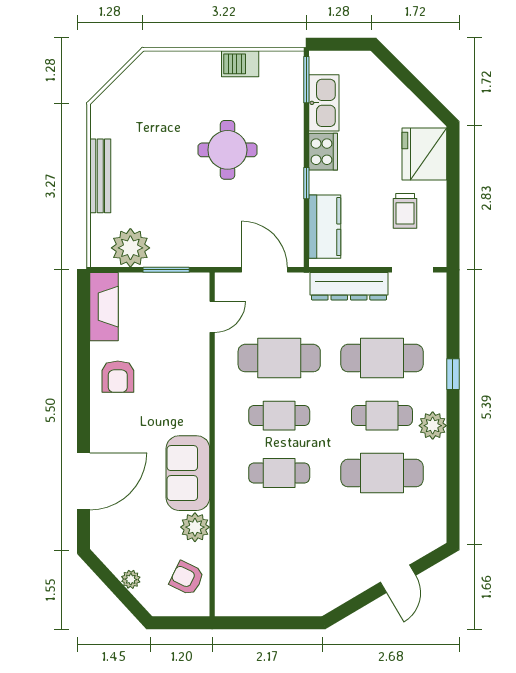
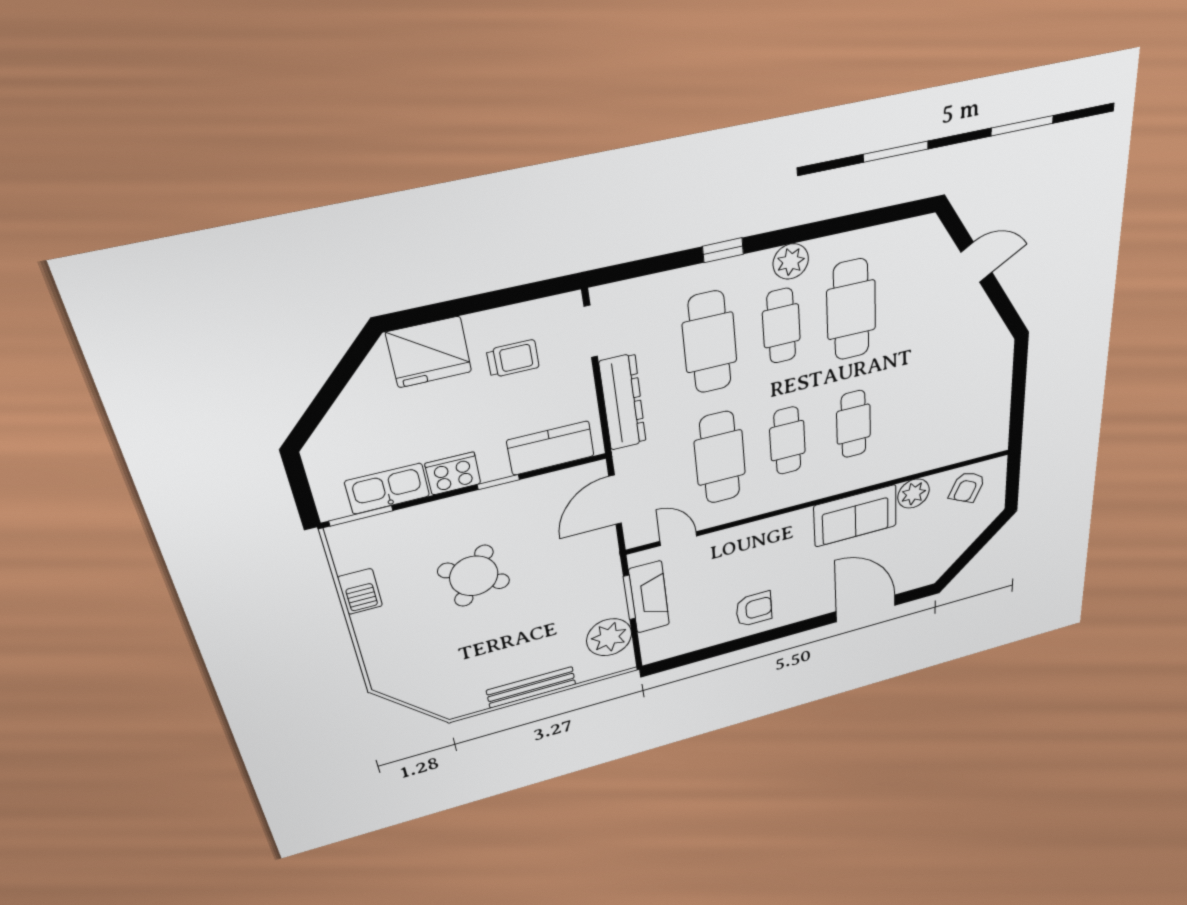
round table: (227, 150) -> (474, 576), turned 31
fireplace: (104, 307) -> (649, 597), moved, turned 90
plant: (131, 579) -> (966, 539), removed

